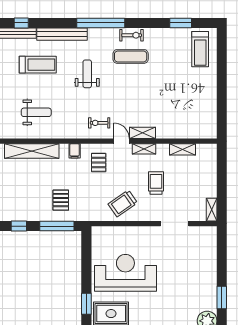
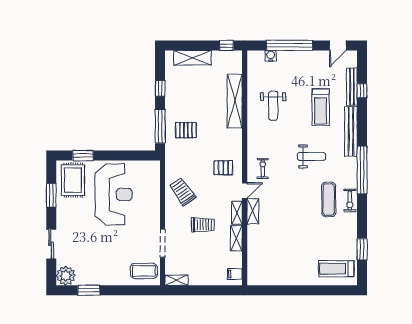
shelving: (182, 149) -> (236, 238), moved
filing cabinet: (75, 151) -> (235, 274), moved
coffee table: (202, 242) -> (144, 271), added

